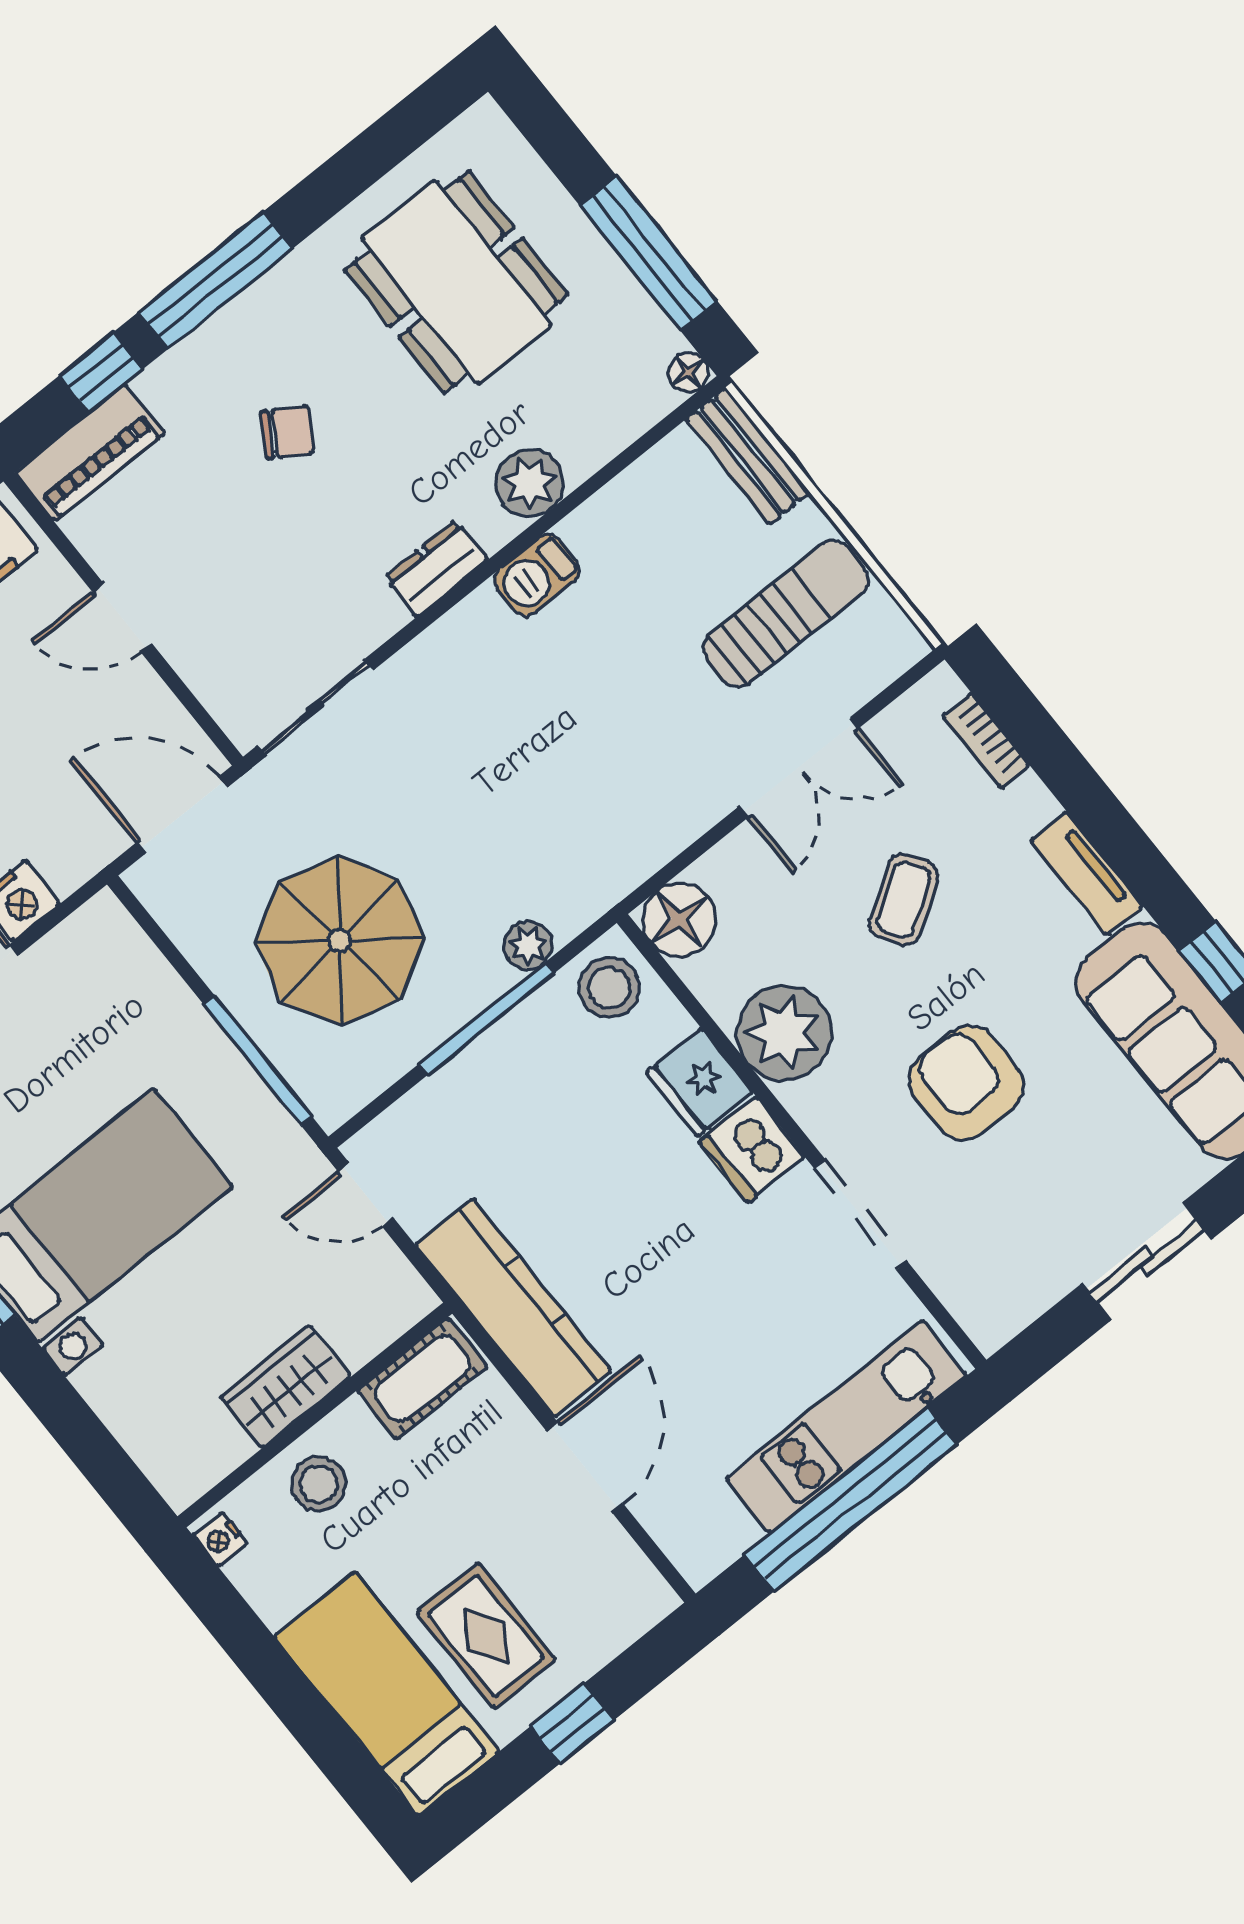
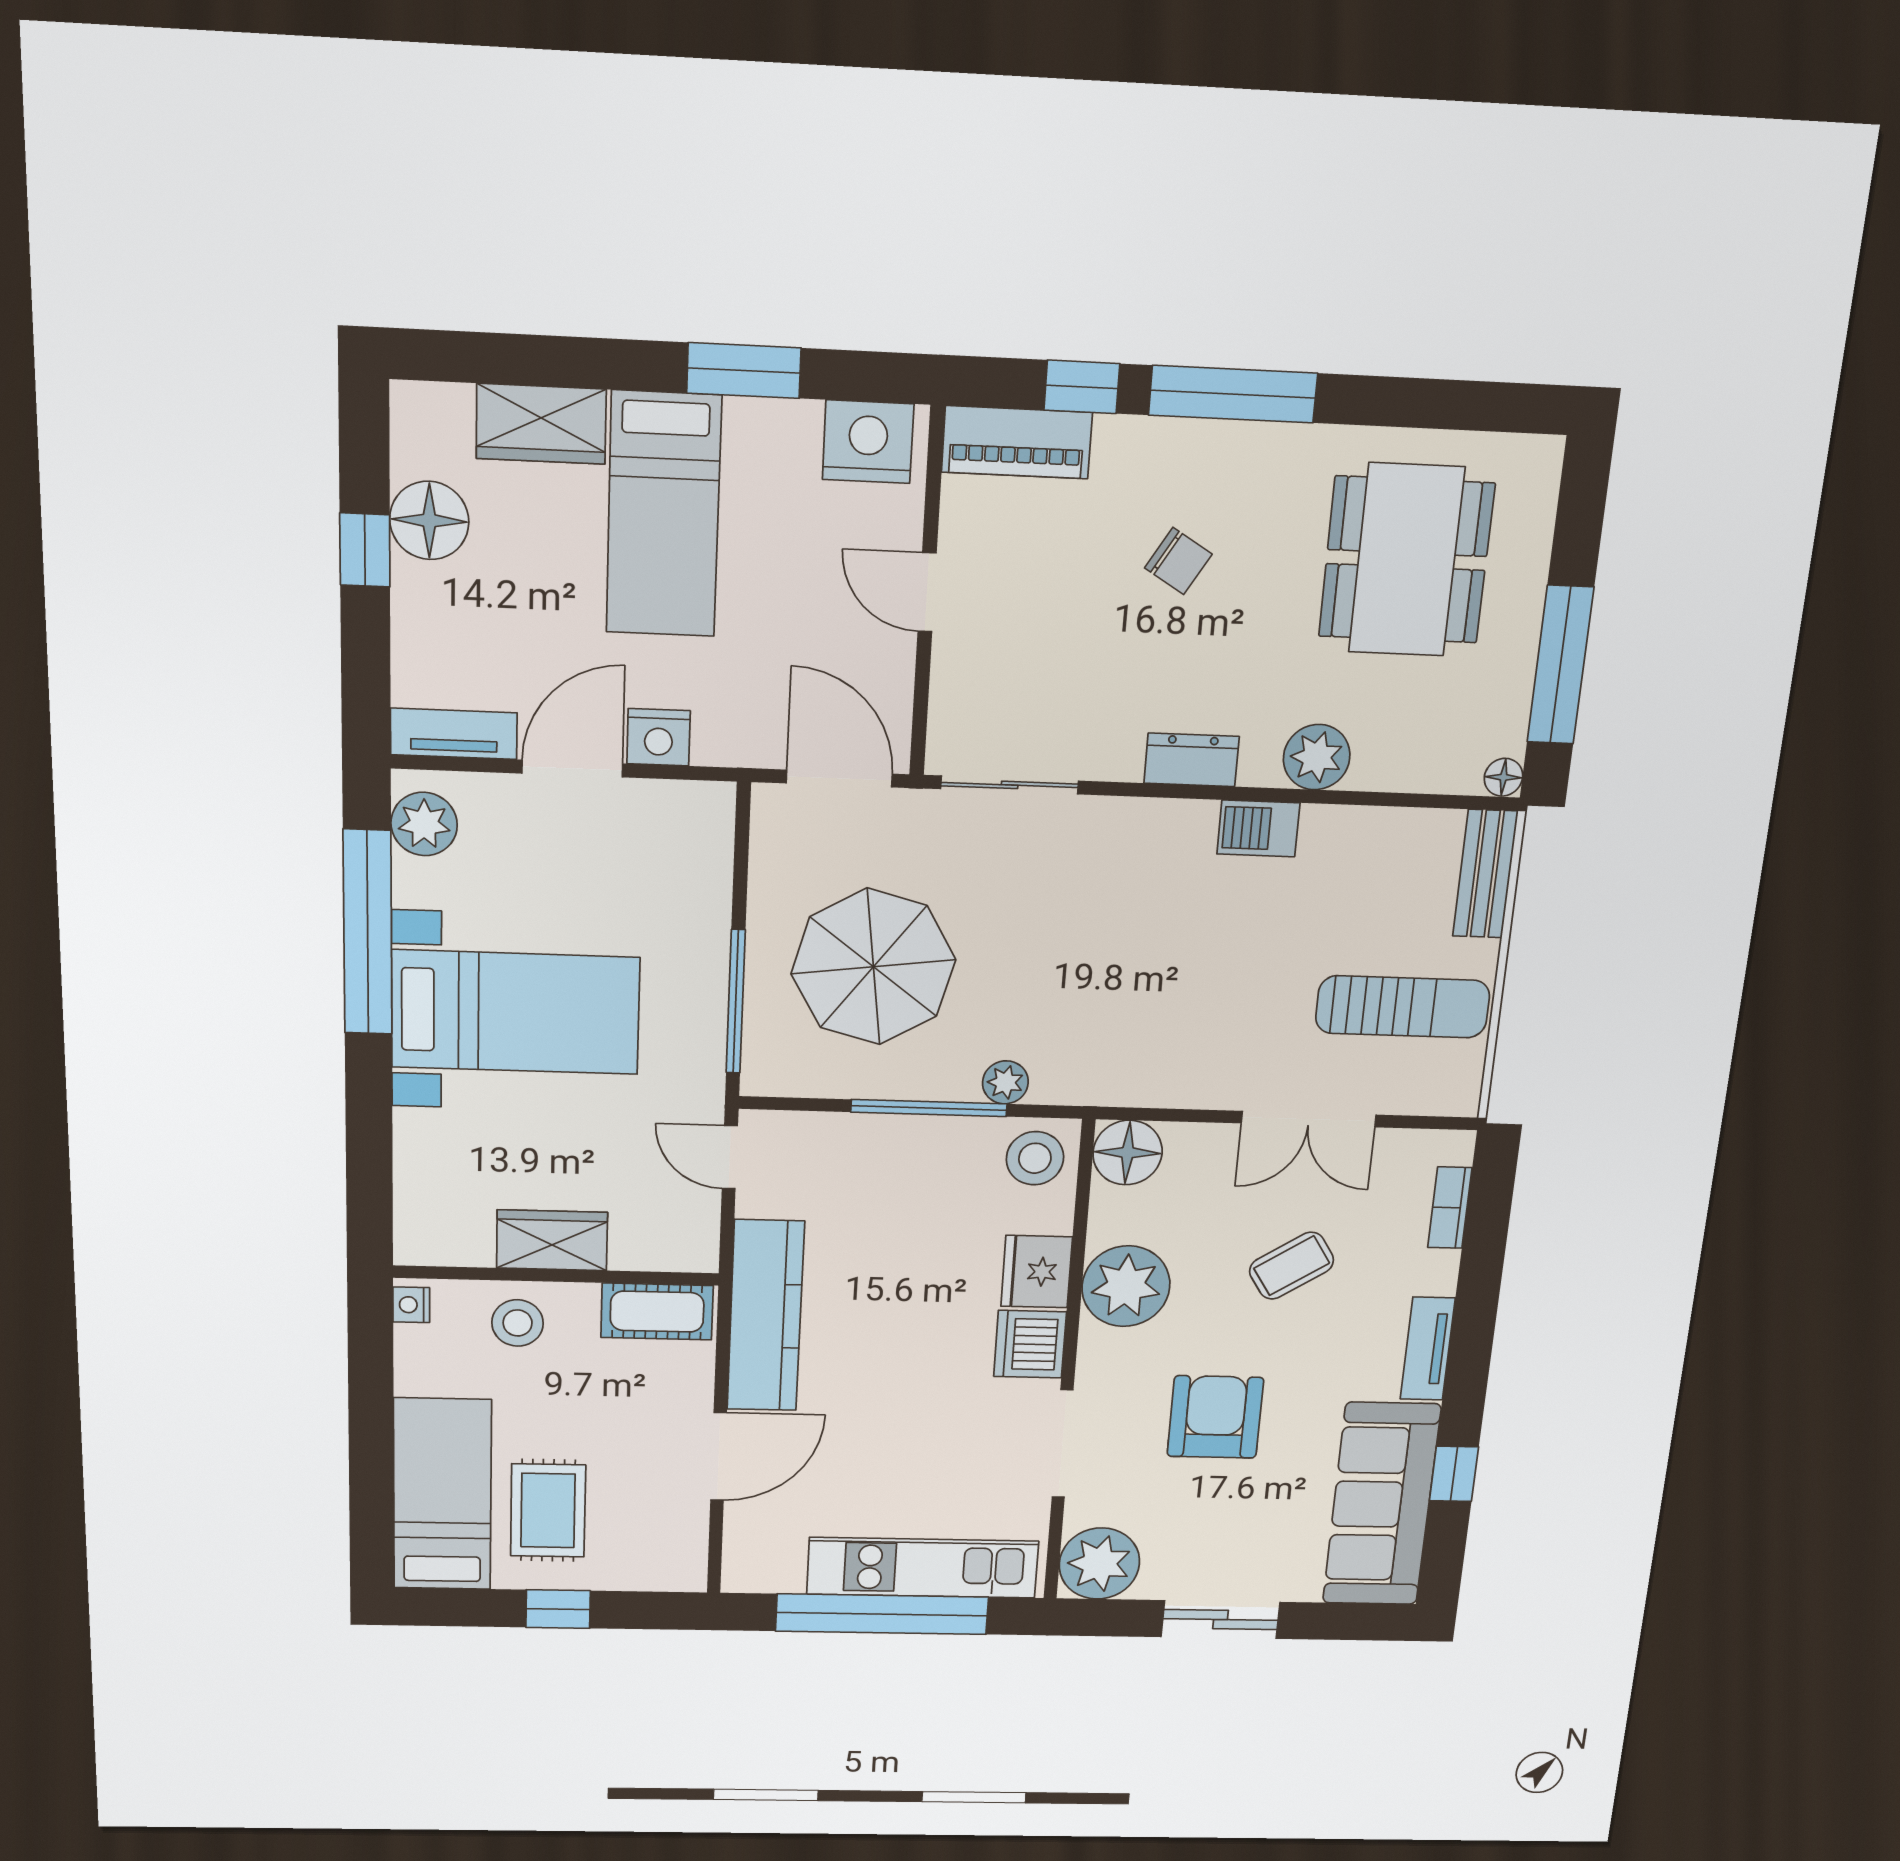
plant: (993, 1297) -> (1099, 1564), added

